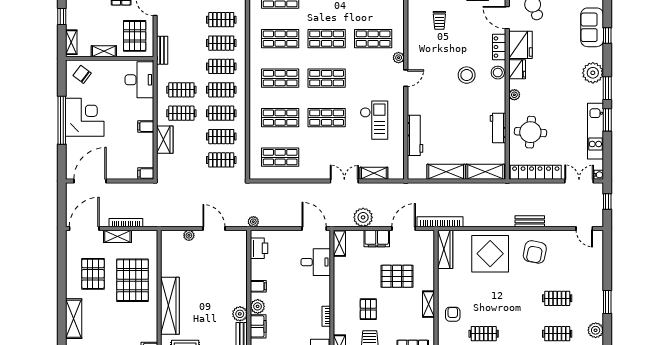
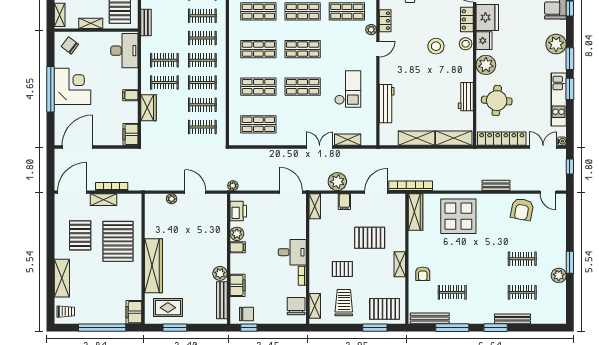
locker: (413, 48) -> (385, 21), added
plant: (514, 95) -> (486, 65), width x1.88, depth x1.88
filing cabinet: (146, 174) -> (130, 134), width x2.00
filing cabinet: (377, 238) -> (344, 202), width x0.50
armchair: (535, 252) -> (522, 209), moved
desk: (316, 262) -> (292, 252), moved
plant: (258, 306) -> (237, 234), moved
pallet: (368, 309) -> (342, 269), turned 90
armchair: (453, 314) -> (423, 274), turned 180
plant: (596, 330) -> (559, 275), moved

